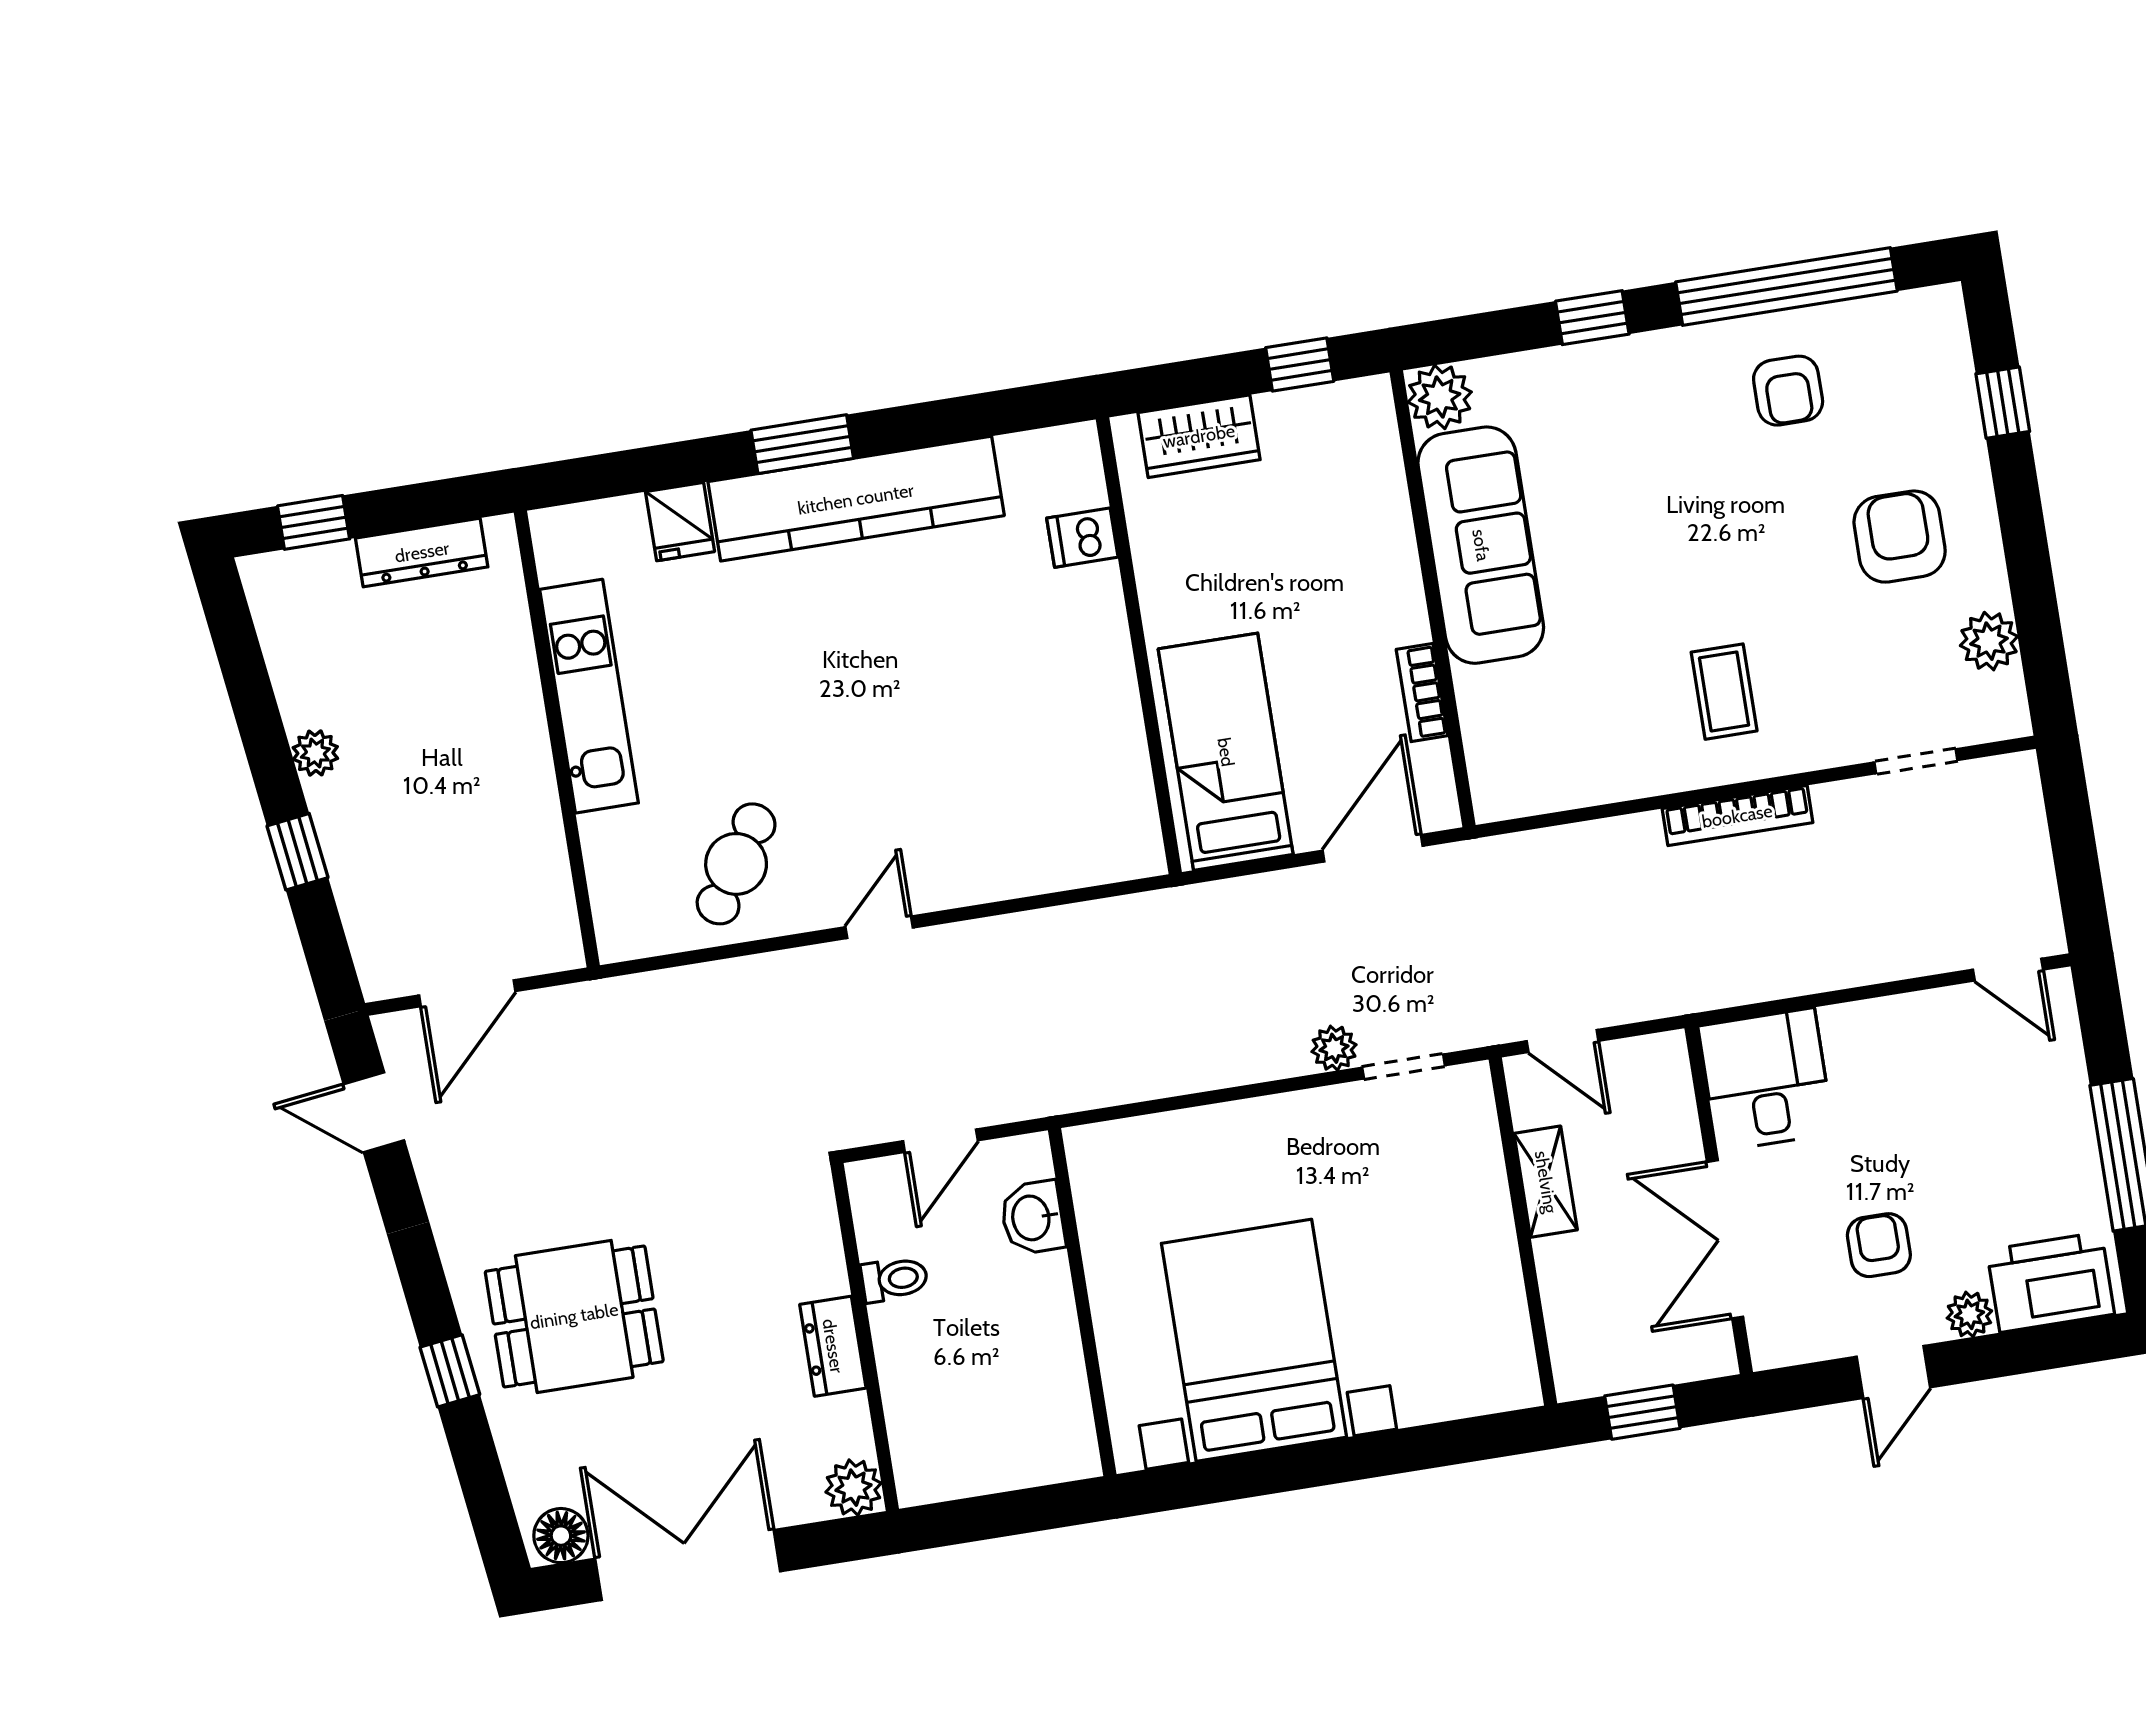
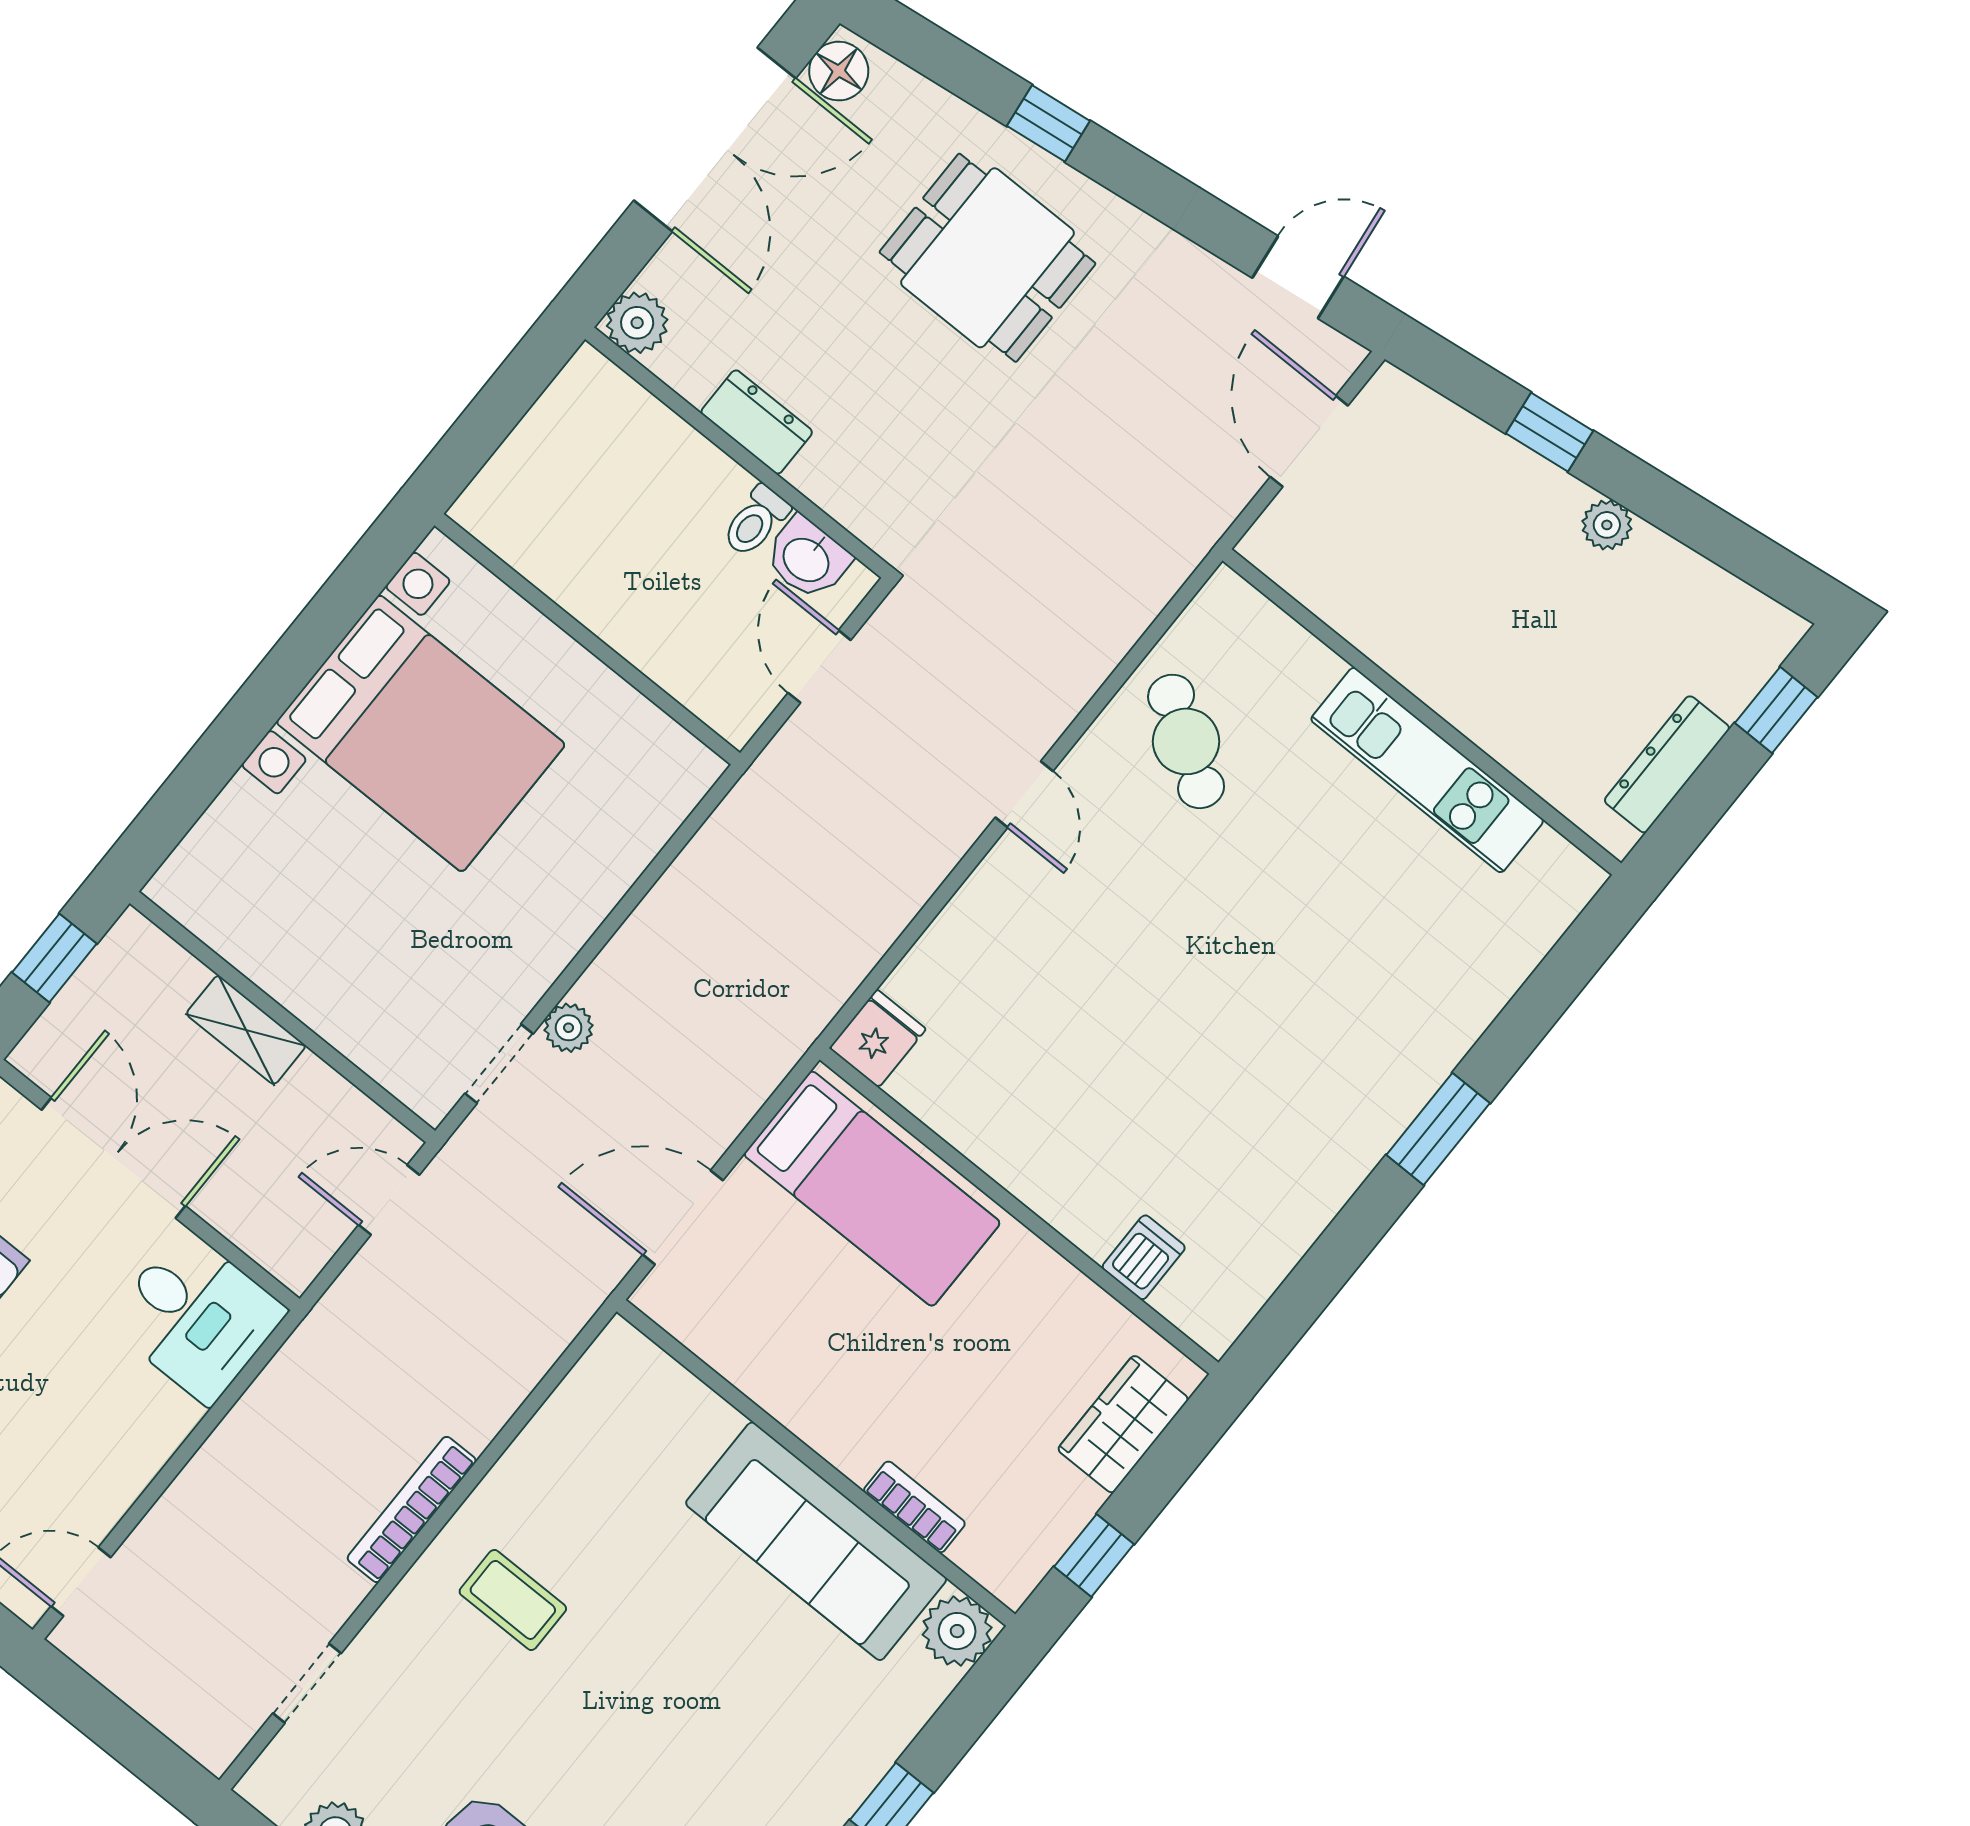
kitchen counter: (856, 499) -> (1355, 1124), removed
fridge: (680, 522) -> (878, 1039), moved, turned 90
bookcase: (1422, 693) -> (914, 1507), moved
door: (1373, 848) -> (683, 1217), swing flipped
shelving: (1546, 1182) -> (246, 1030), moved
washbasin: (1033, 1218) -> (807, 558), moved, turned 180
dining table: (574, 1316) -> (987, 258), turned 90

